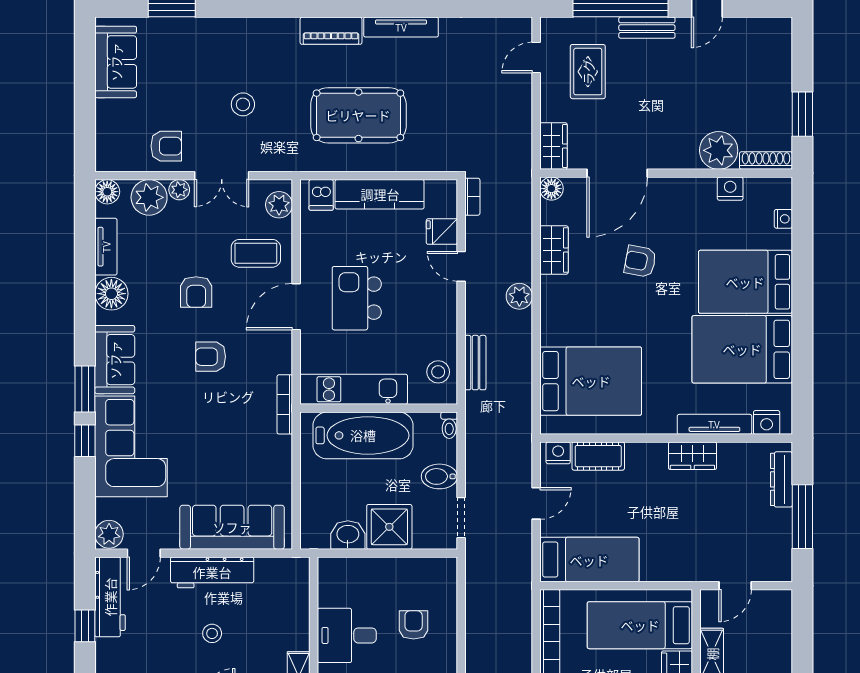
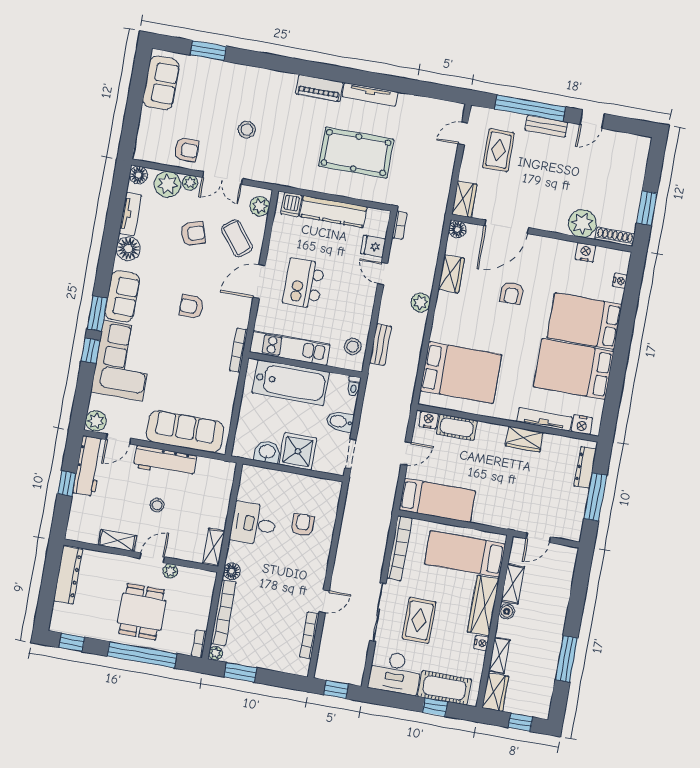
pool table: (358, 115) -> (356, 153), moved
coffee table: (256, 253) -> (237, 238), turned 52
armchair: (640, 261) -> (512, 293), turned -101
armchair: (196, 292) -> (193, 233), moved, turned -107

